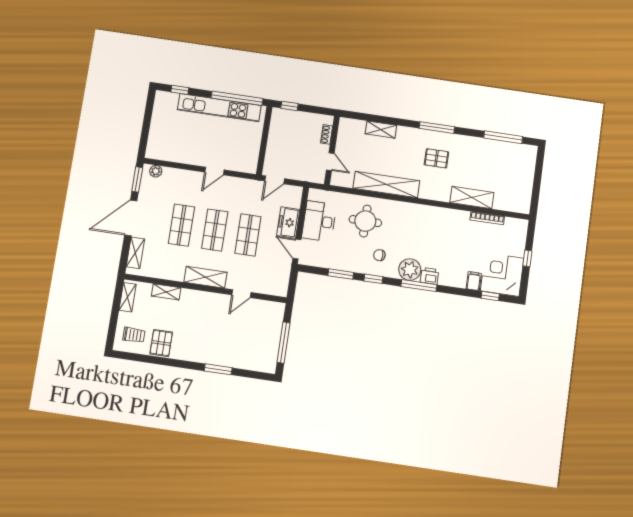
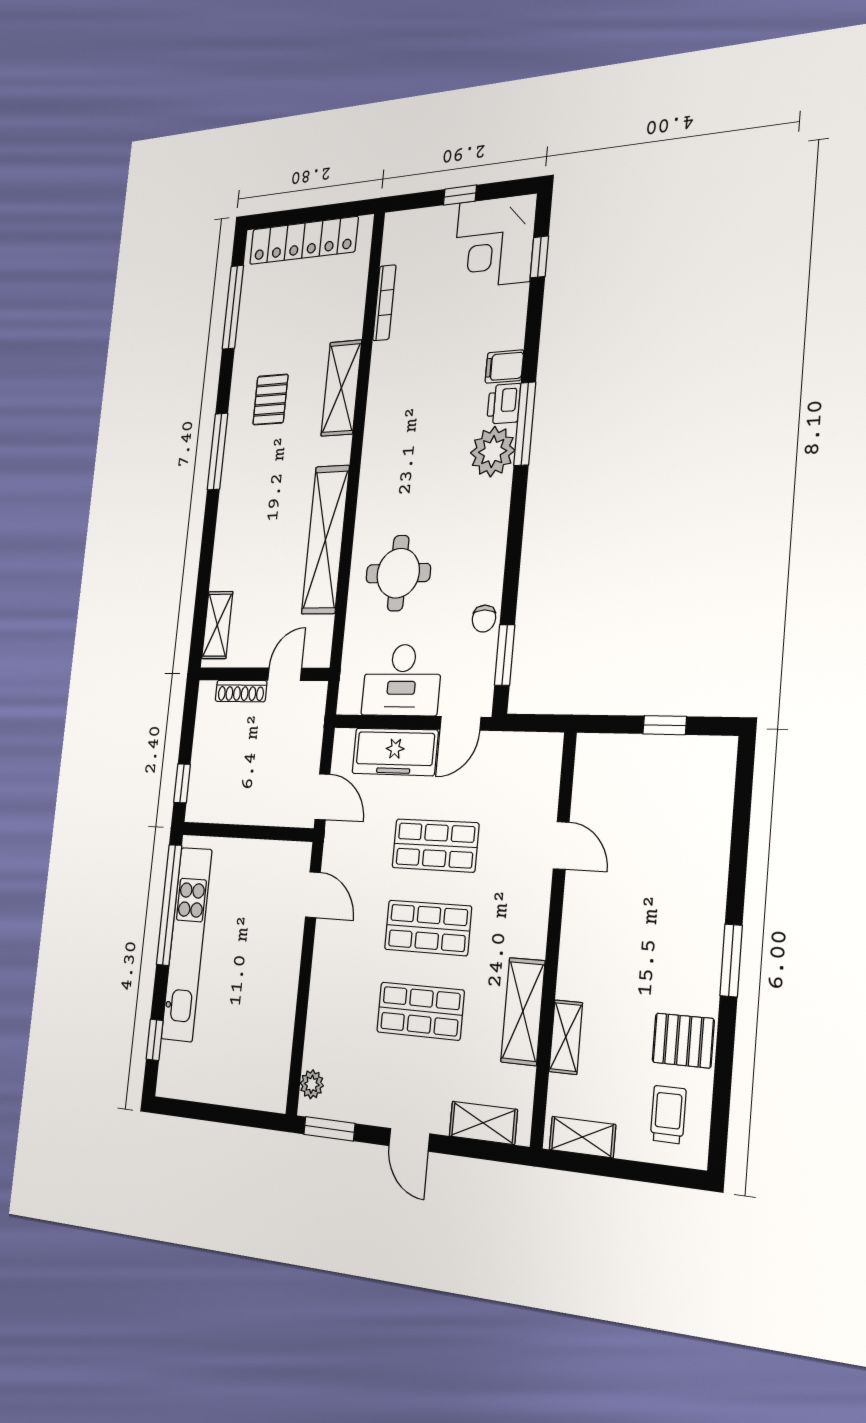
shelving: (381, 130) -> (217, 625), moved
shoe rack: (327, 134) -> (241, 691), width x1.43
pallet: (436, 158) -> (270, 400), moved
door: (214, 171) -> (313, 895), moved
locker: (526, 176) -> (303, 241), added
shelving: (472, 197) -> (341, 388), moved
door: (131, 218) -> (409, 1140), width x0.53
freezer: (288, 222) -> (395, 752), width x1.40
chair: (379, 255) -> (484, 619), moved
window: (341, 274) -> (505, 655), moved
shelving: (205, 277) -> (523, 1011), moved
window: (373, 279) -> (515, 532), removed
filing cabinet: (474, 281) -> (504, 367), moved
window: (284, 343) -> (665, 725), width x0.46
window: (218, 369) -> (731, 960), moved

